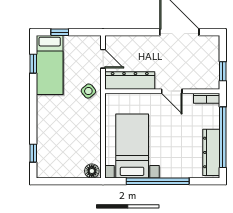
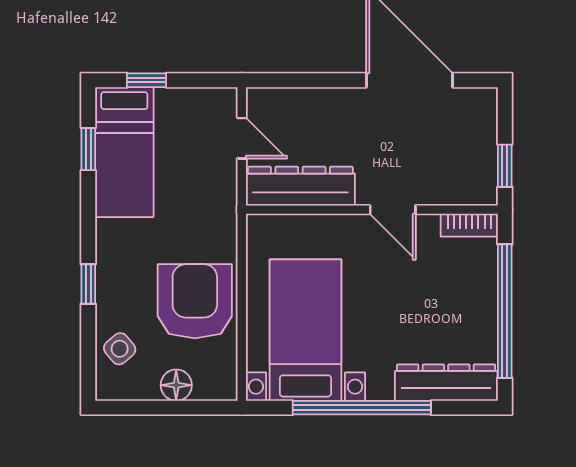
side table: (88, 91) -> (120, 349), moved
armchair: (82, 133) -> (195, 301), added
dresser: (211, 152) -> (446, 383), moved, turned 90
window: (33, 153) -> (88, 284), moved
floor lamp: (92, 171) -> (176, 385), moved

